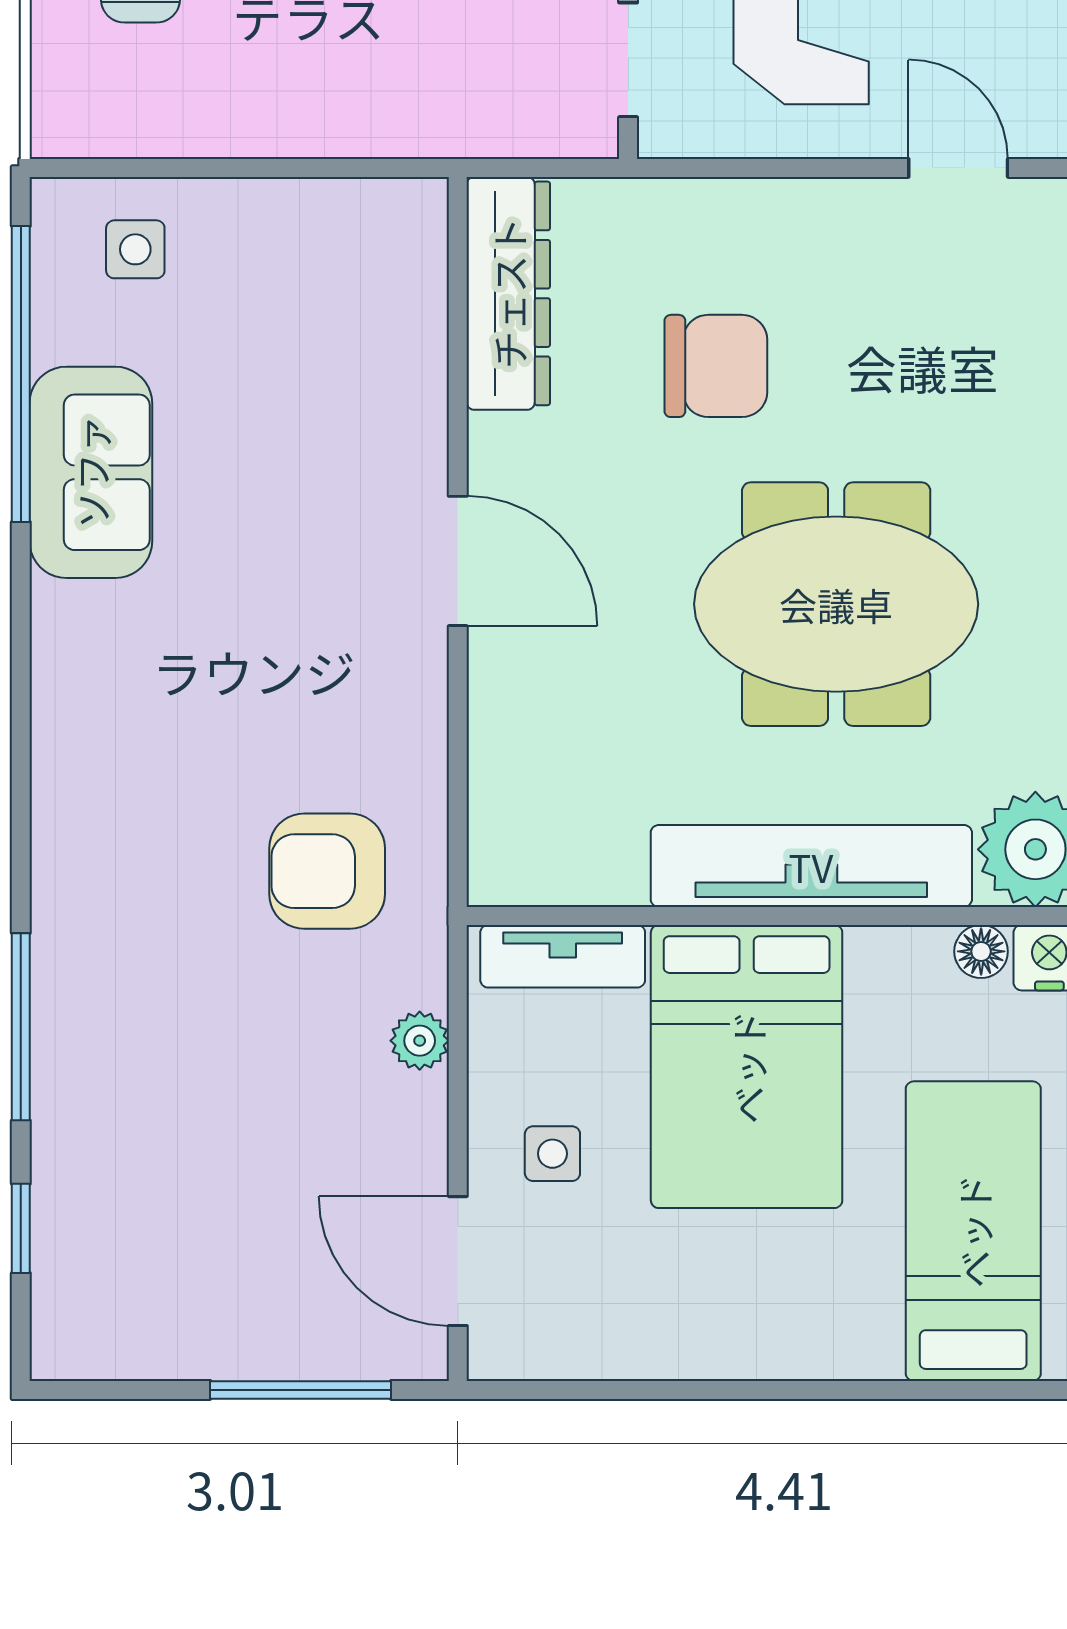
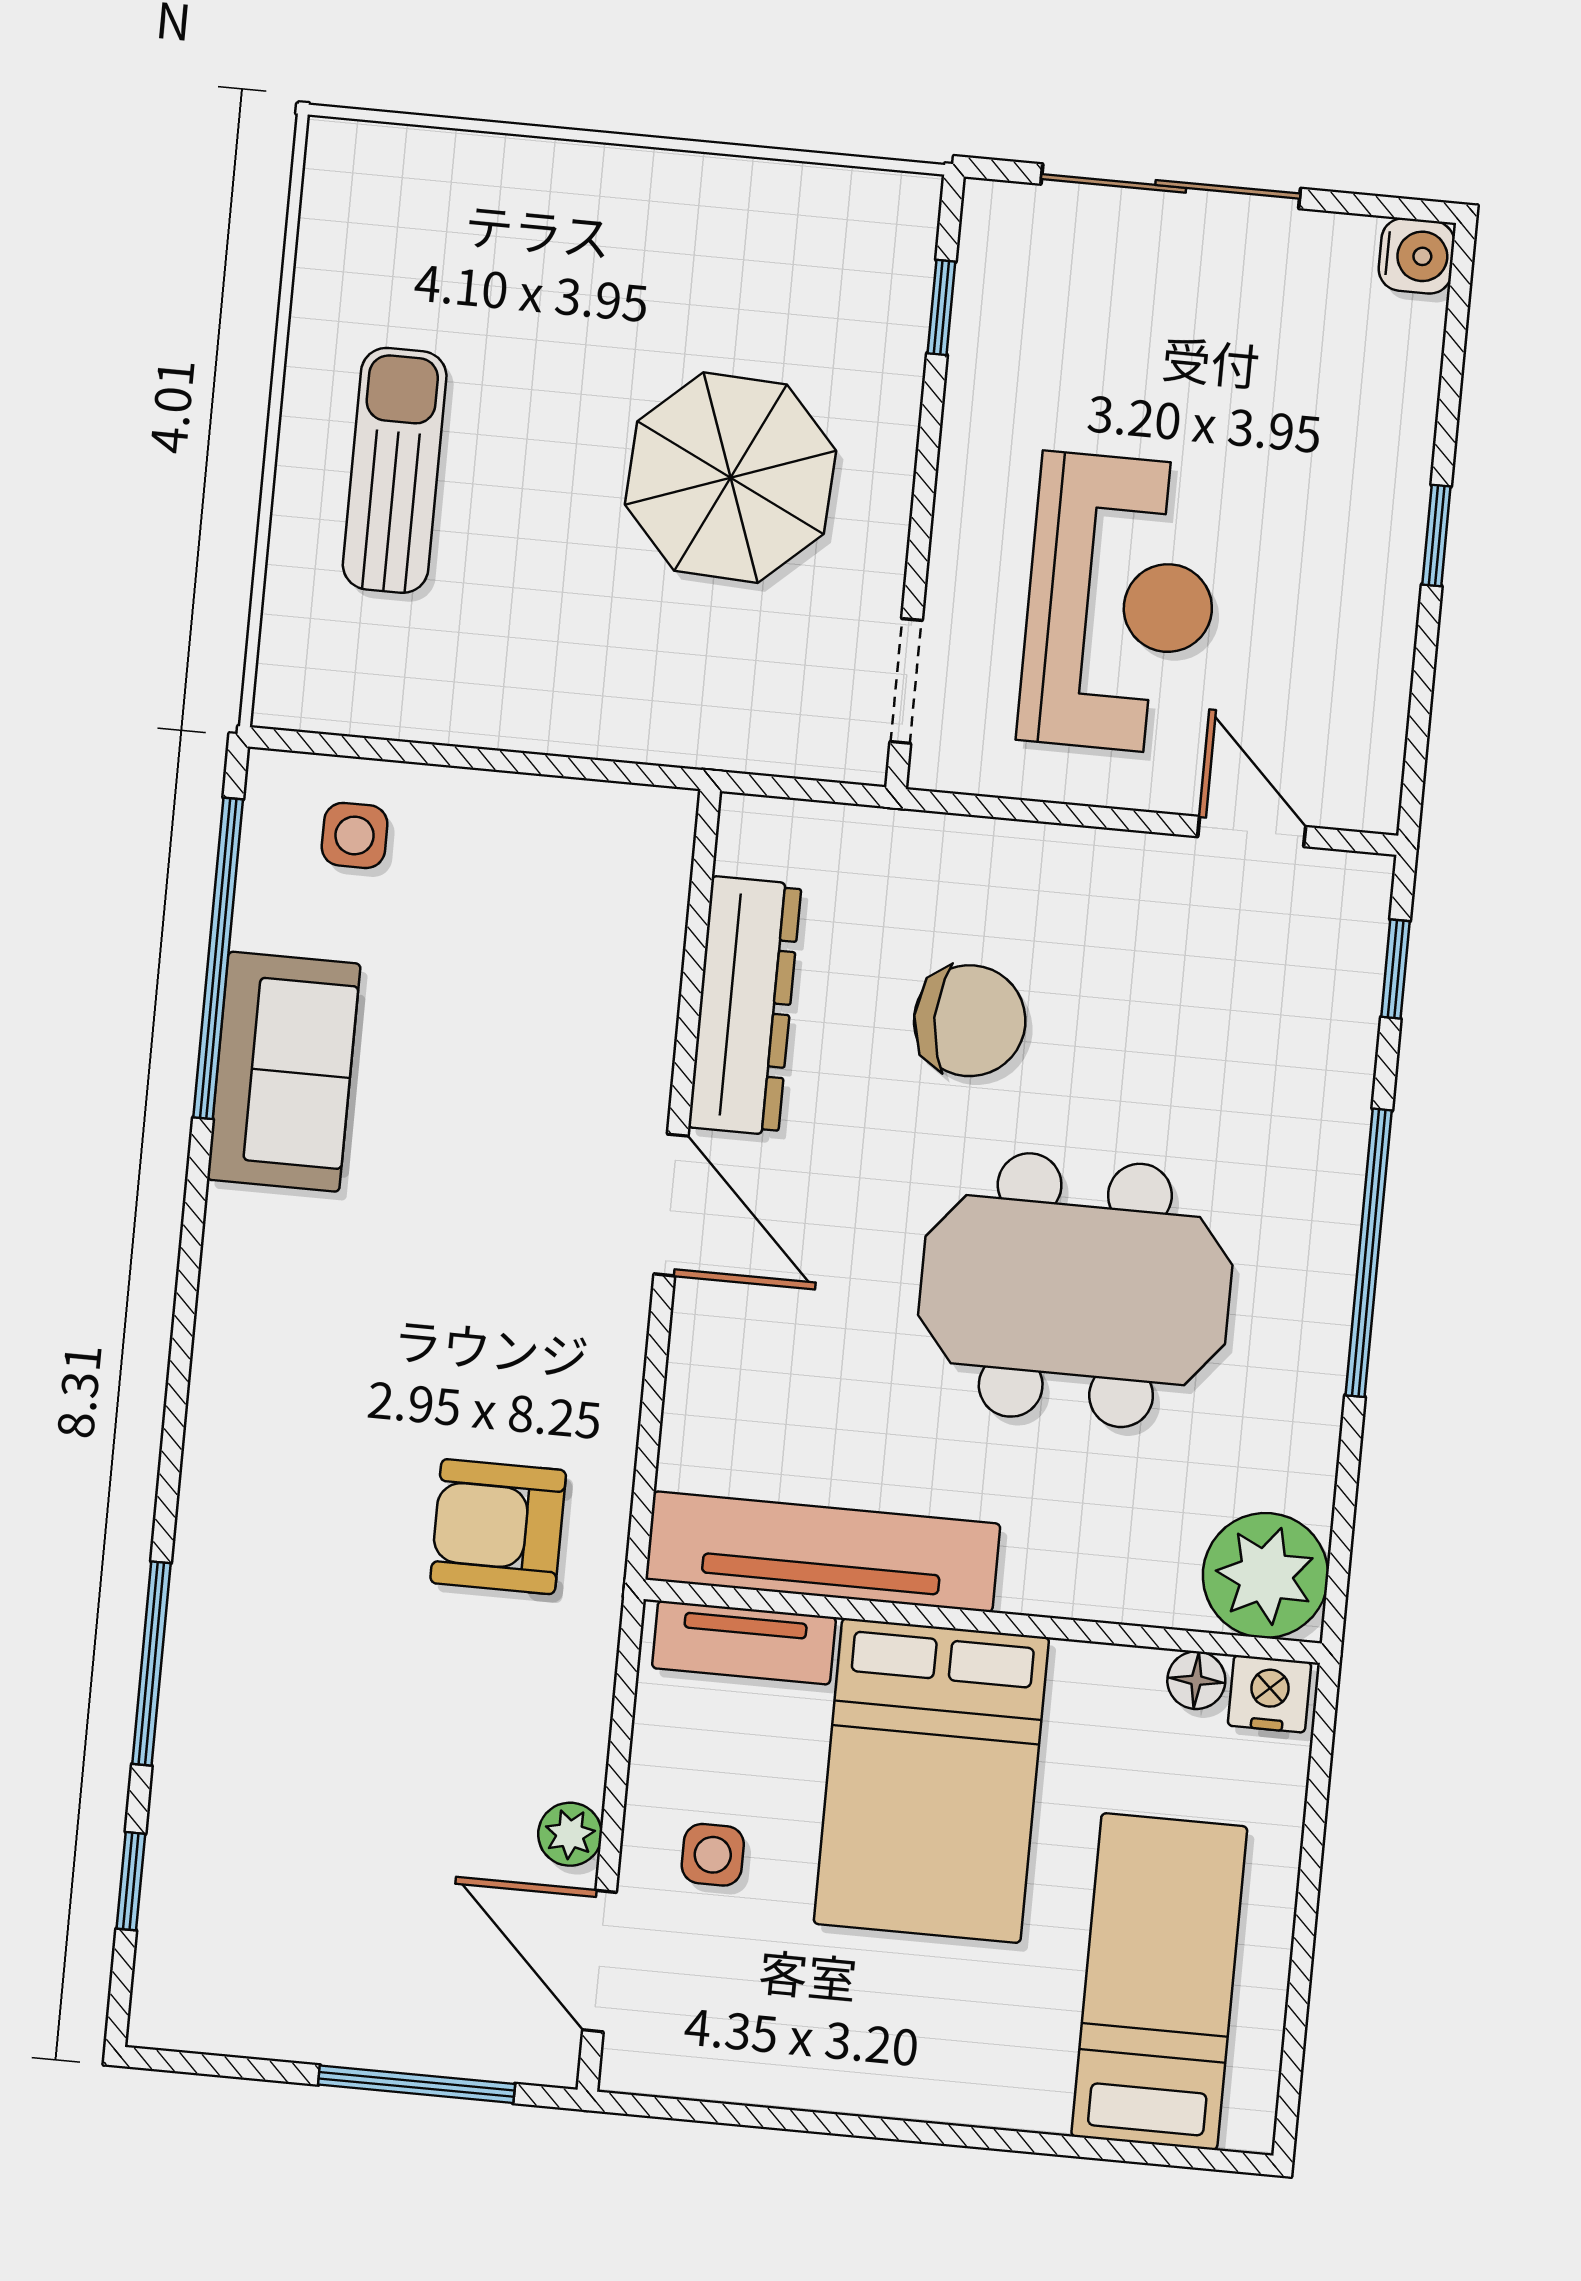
dresser: (508, 293) -> (745, 1006), moved
tv unit: (811, 866) -> (823, 1552), moved
plant: (420, 1041) -> (570, 1834), moved

